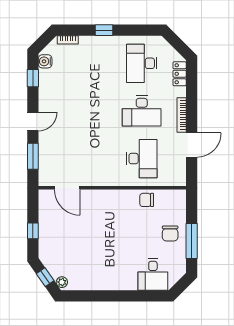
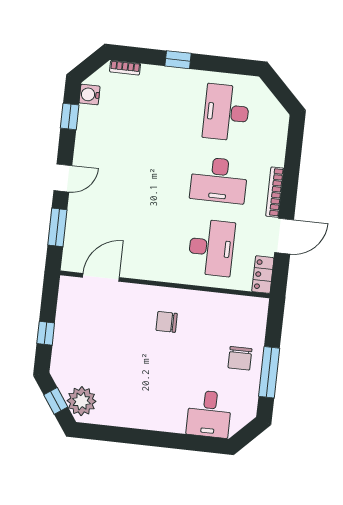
locker: (180, 74) -> (263, 275), moved
door: (67, 188) -> (101, 277), swing flipped
chair: (147, 200) -> (167, 322), moved
plant: (62, 282) -> (81, 401), width x1.87, depth x1.87

